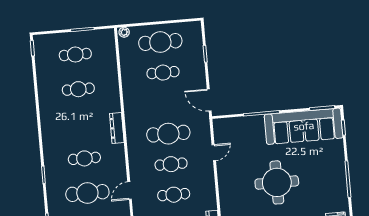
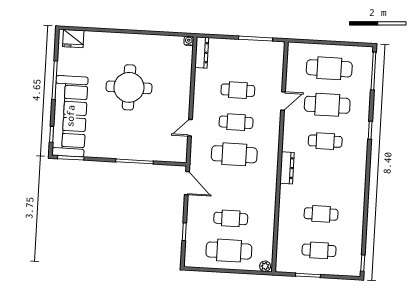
sofa: (304, 126) -> (70, 116), moved, turned 90

